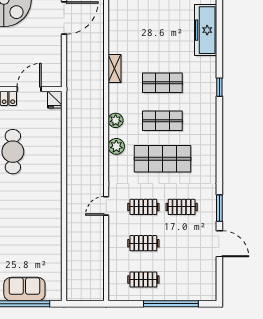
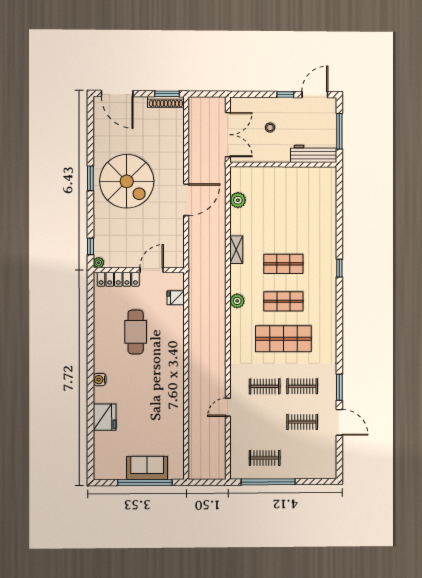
freezer: (206, 30) -> (326, 212), removed
fridge: (55, 100) -> (176, 298), moved, turned 90
plant: (116, 146) -> (238, 200), moved
door: (106, 206) -> (228, 407), moved
clothes rail: (143, 243) -> (302, 422), moved
window: (171, 304) -> (268, 482), moved

